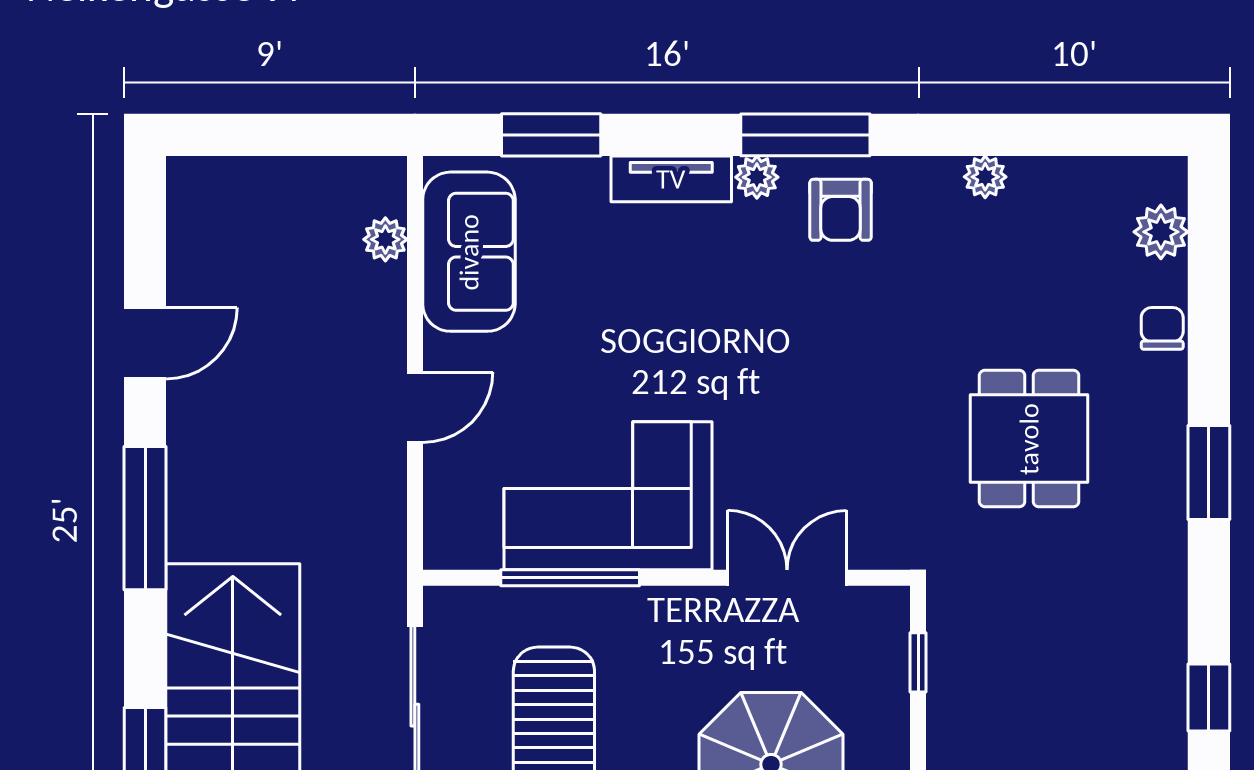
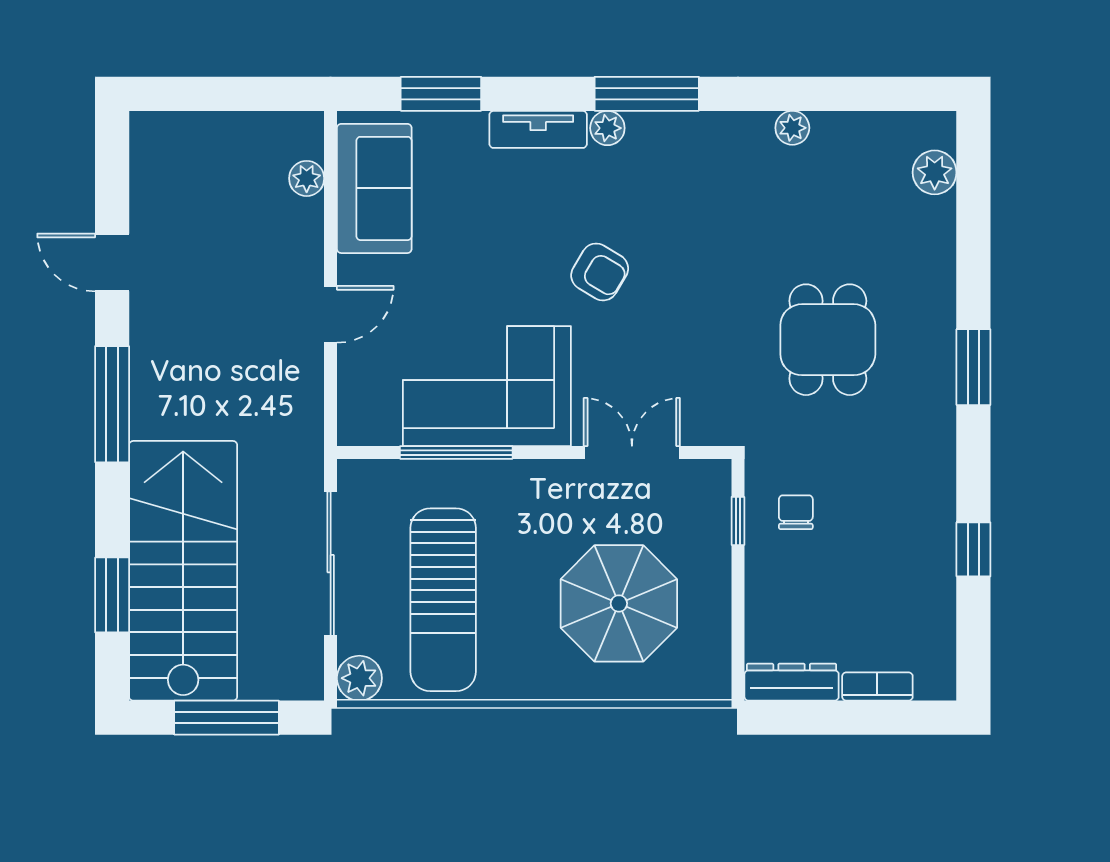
armchair: (841, 210) -> (600, 272), moved, turned -59
chair: (1162, 328) -> (796, 512), moved
door: (145, 343) -> (112, 262), swing flipped

